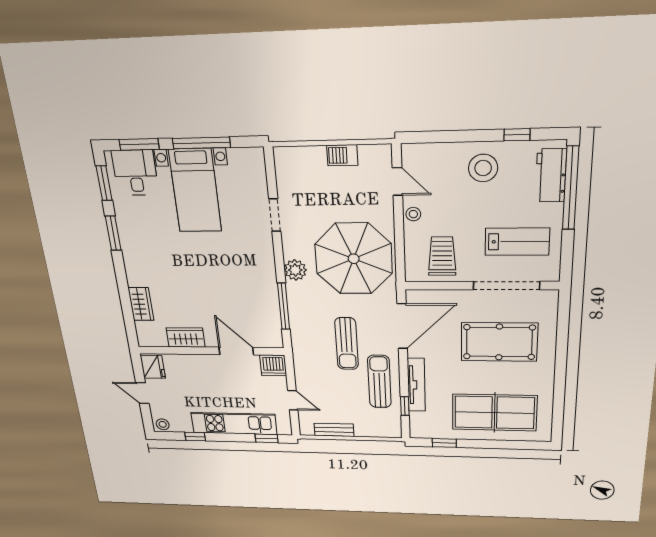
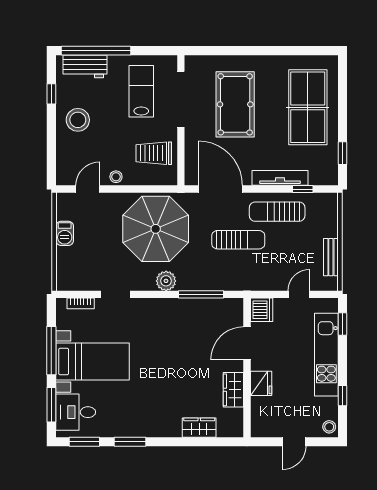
bookcase: (260, 176) -> (81, 303), added
fridge: (153, 367) -> (261, 383), moved, turned 90

